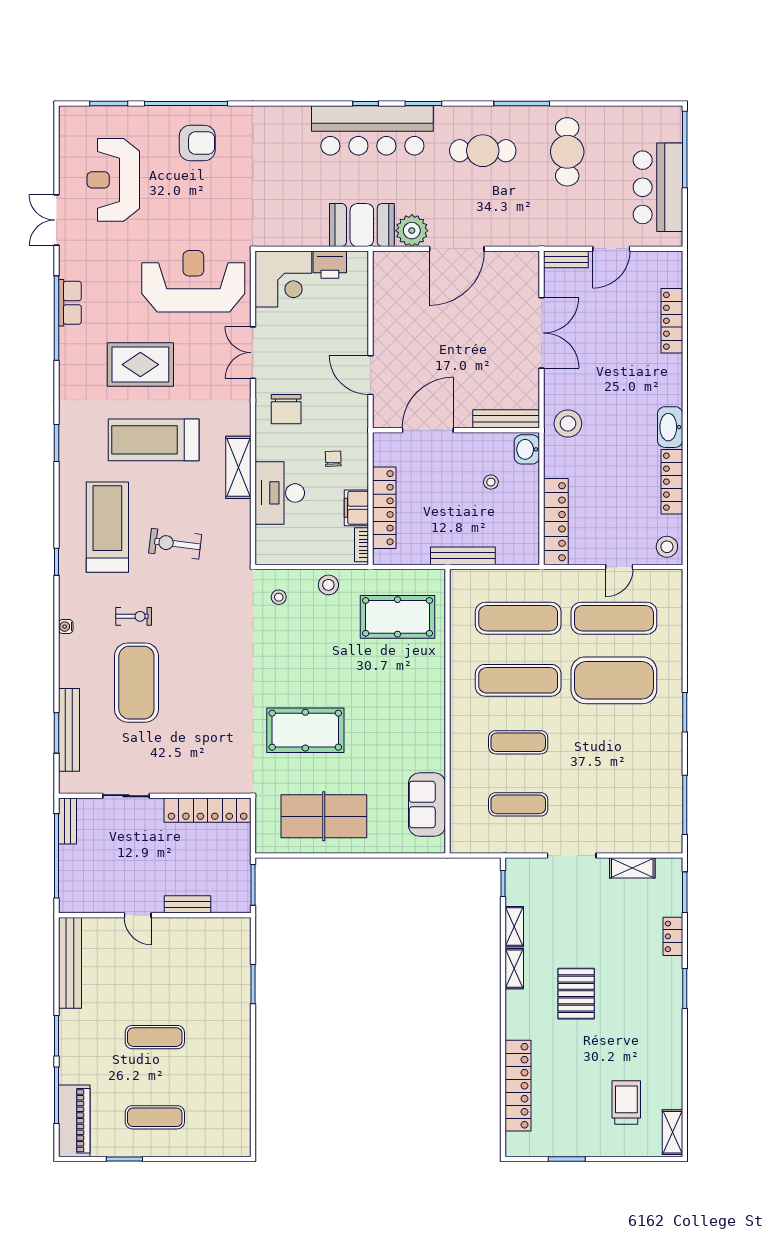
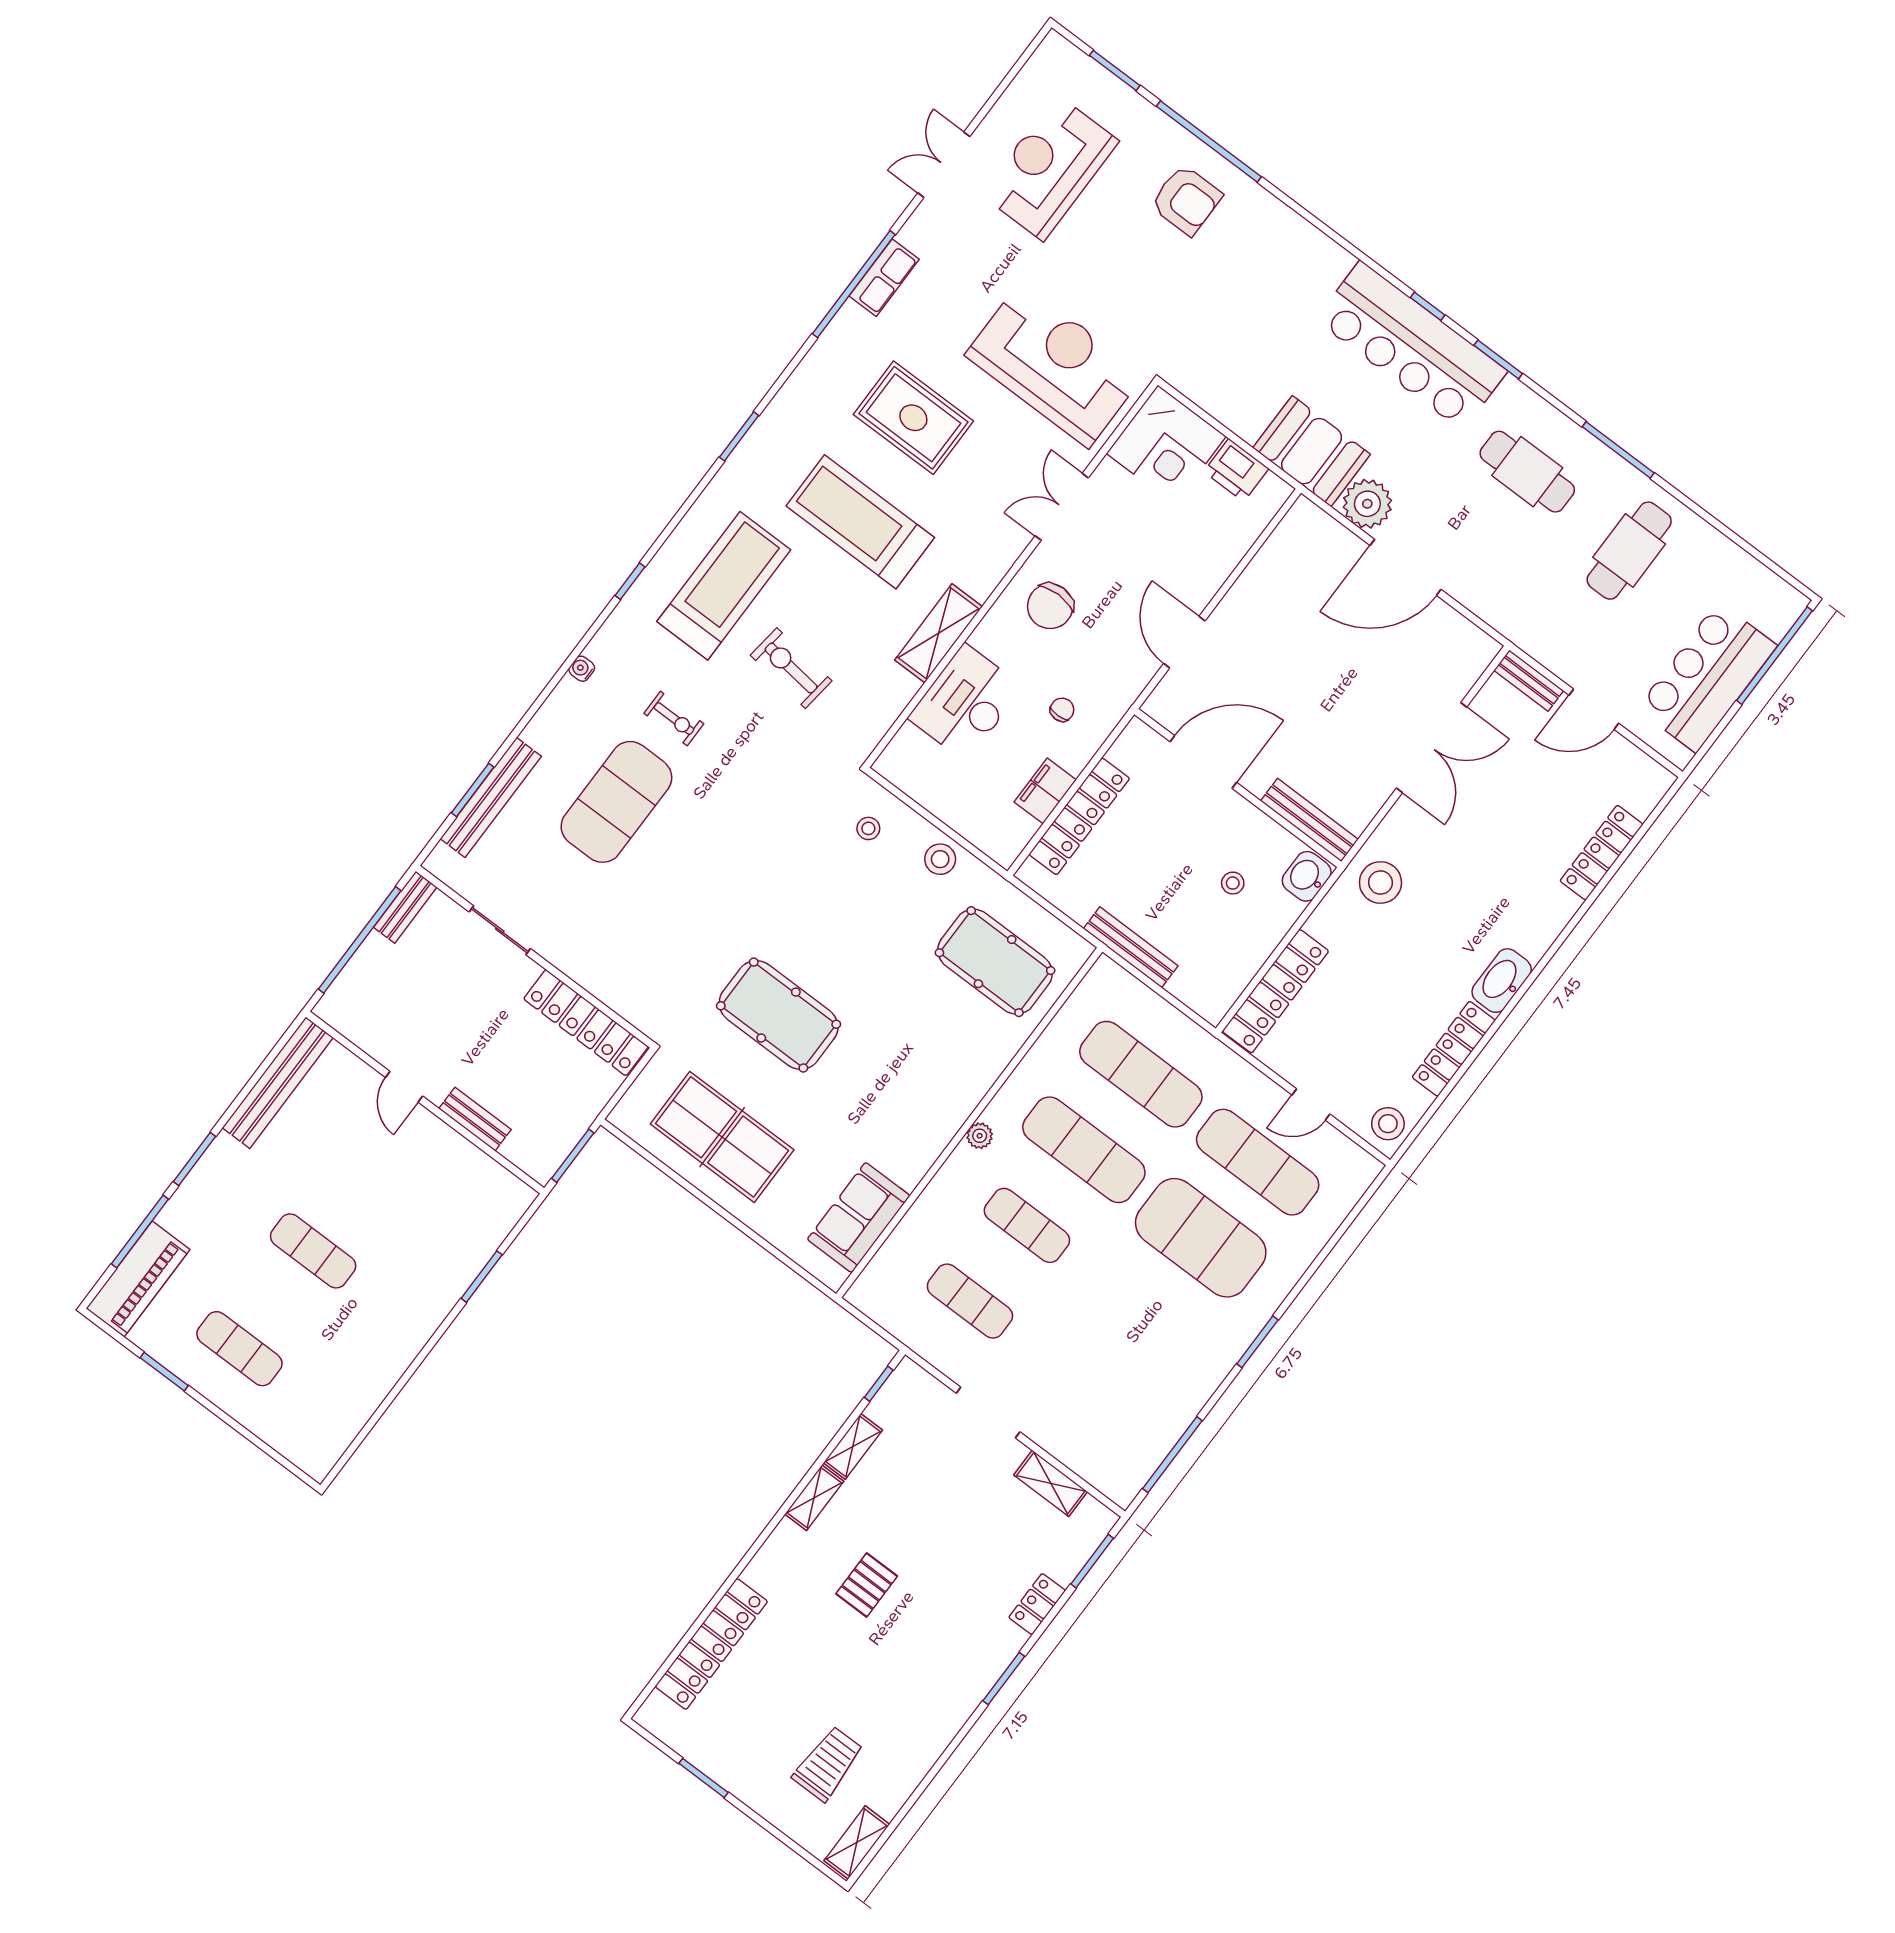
bookcase: (362, 545) -> (1018, 841), removed
plant: (458, 714) -> (980, 1136), added
pallet: (576, 994) -> (867, 1585), width x0.67, depth x0.71

